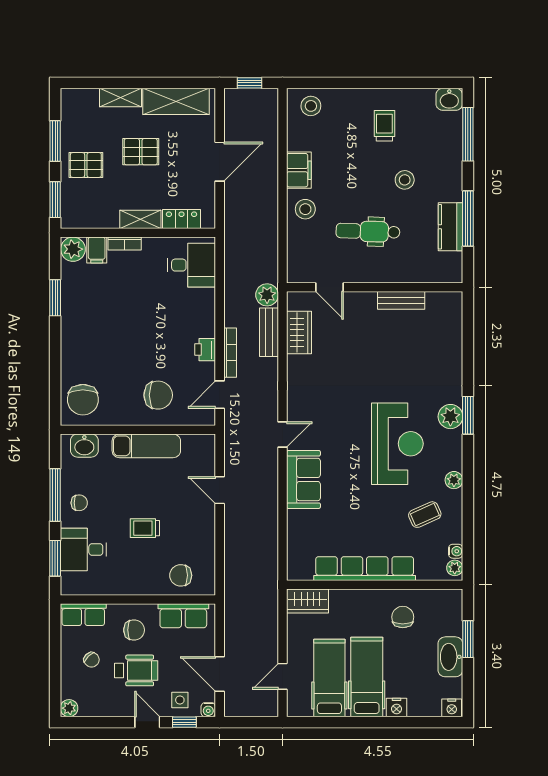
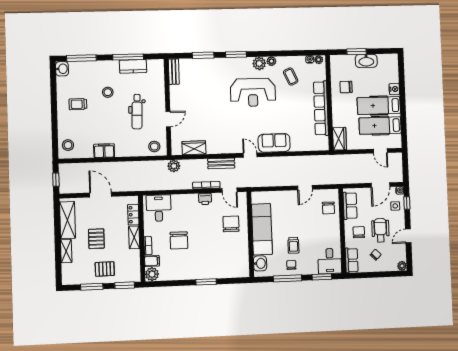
pallet: (86, 165) -> (105, 269), turned 90
stool: (305, 209) -> (154, 146), moved
door: (330, 287) -> (168, 119), moved
window: (55, 298) -> (206, 282), moved
bench: (401, 300) -> (174, 72), moved
bench: (269, 332) -> (221, 163), moved
window: (468, 355) -> (203, 55), added
chair: (83, 400) -> (179, 240), moved, turned 90
plant: (450, 417) -> (259, 63), moved
reception desk: (397, 444) -> (253, 92), turned 180
exam couch: (146, 446) -> (262, 229), width x1.36, depth x1.45
door: (220, 490) -> (305, 188), moved
trolley: (145, 528) -> (293, 245), moved
desk: (83, 550) -> (330, 261), moved
nightstand: (452, 708) -> (393, 59), removed
door: (147, 722) -> (408, 236), moved

